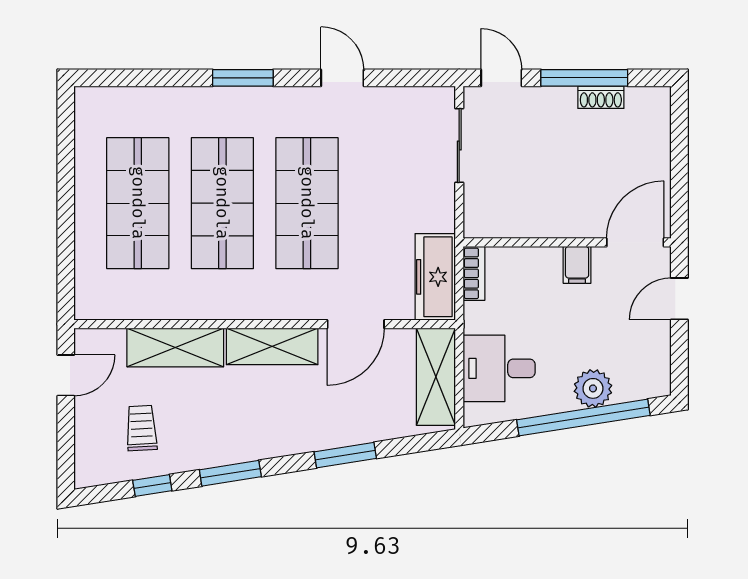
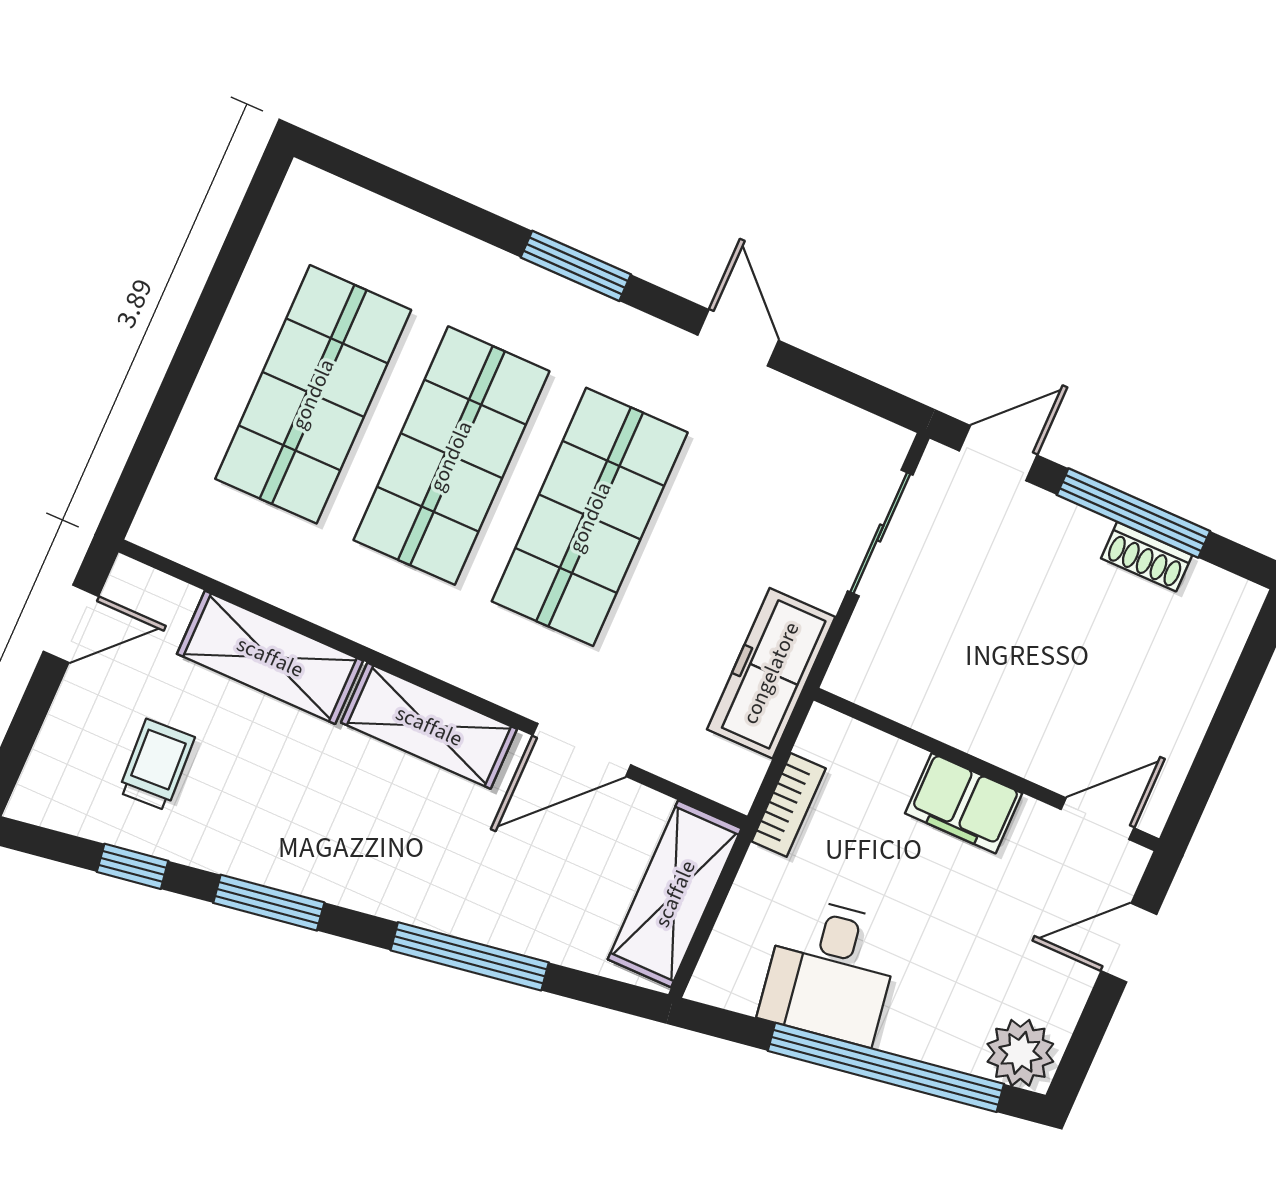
door: (501, 78) -> (998, 453), hinge flipped
door: (635, 242) -> (1098, 819), width x0.73
filing cabinet: (577, 265) -> (964, 803), width x2.00
bookcase: (474, 273) -> (789, 805), moved
freezer: (435, 277) -> (771, 673), moved
desk: (499, 368) -> (830, 971), moved, turned -99
plant: (593, 388) -> (1020, 1053), moved
window: (345, 455) -> (470, 956), width x1.44

